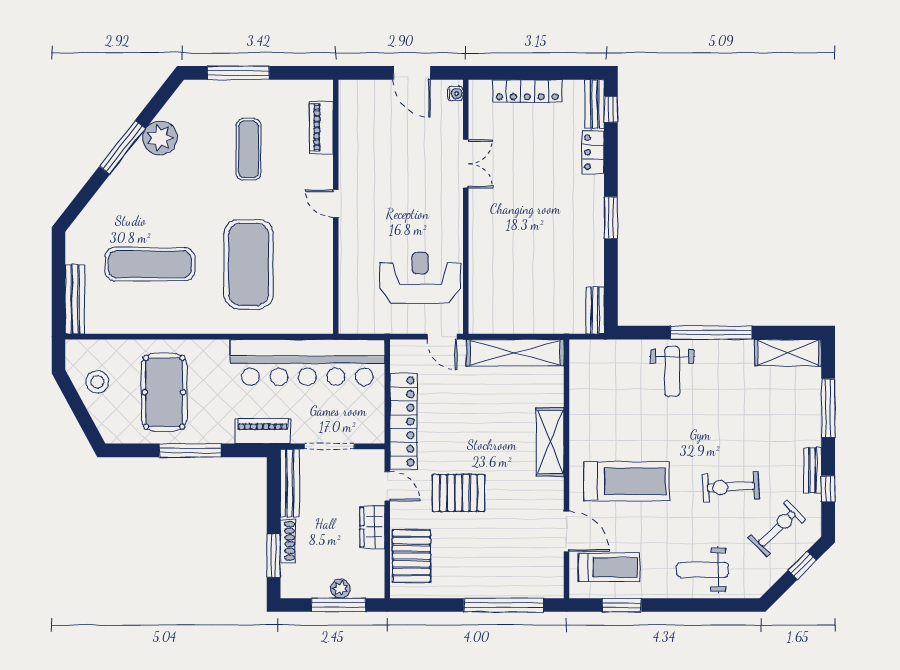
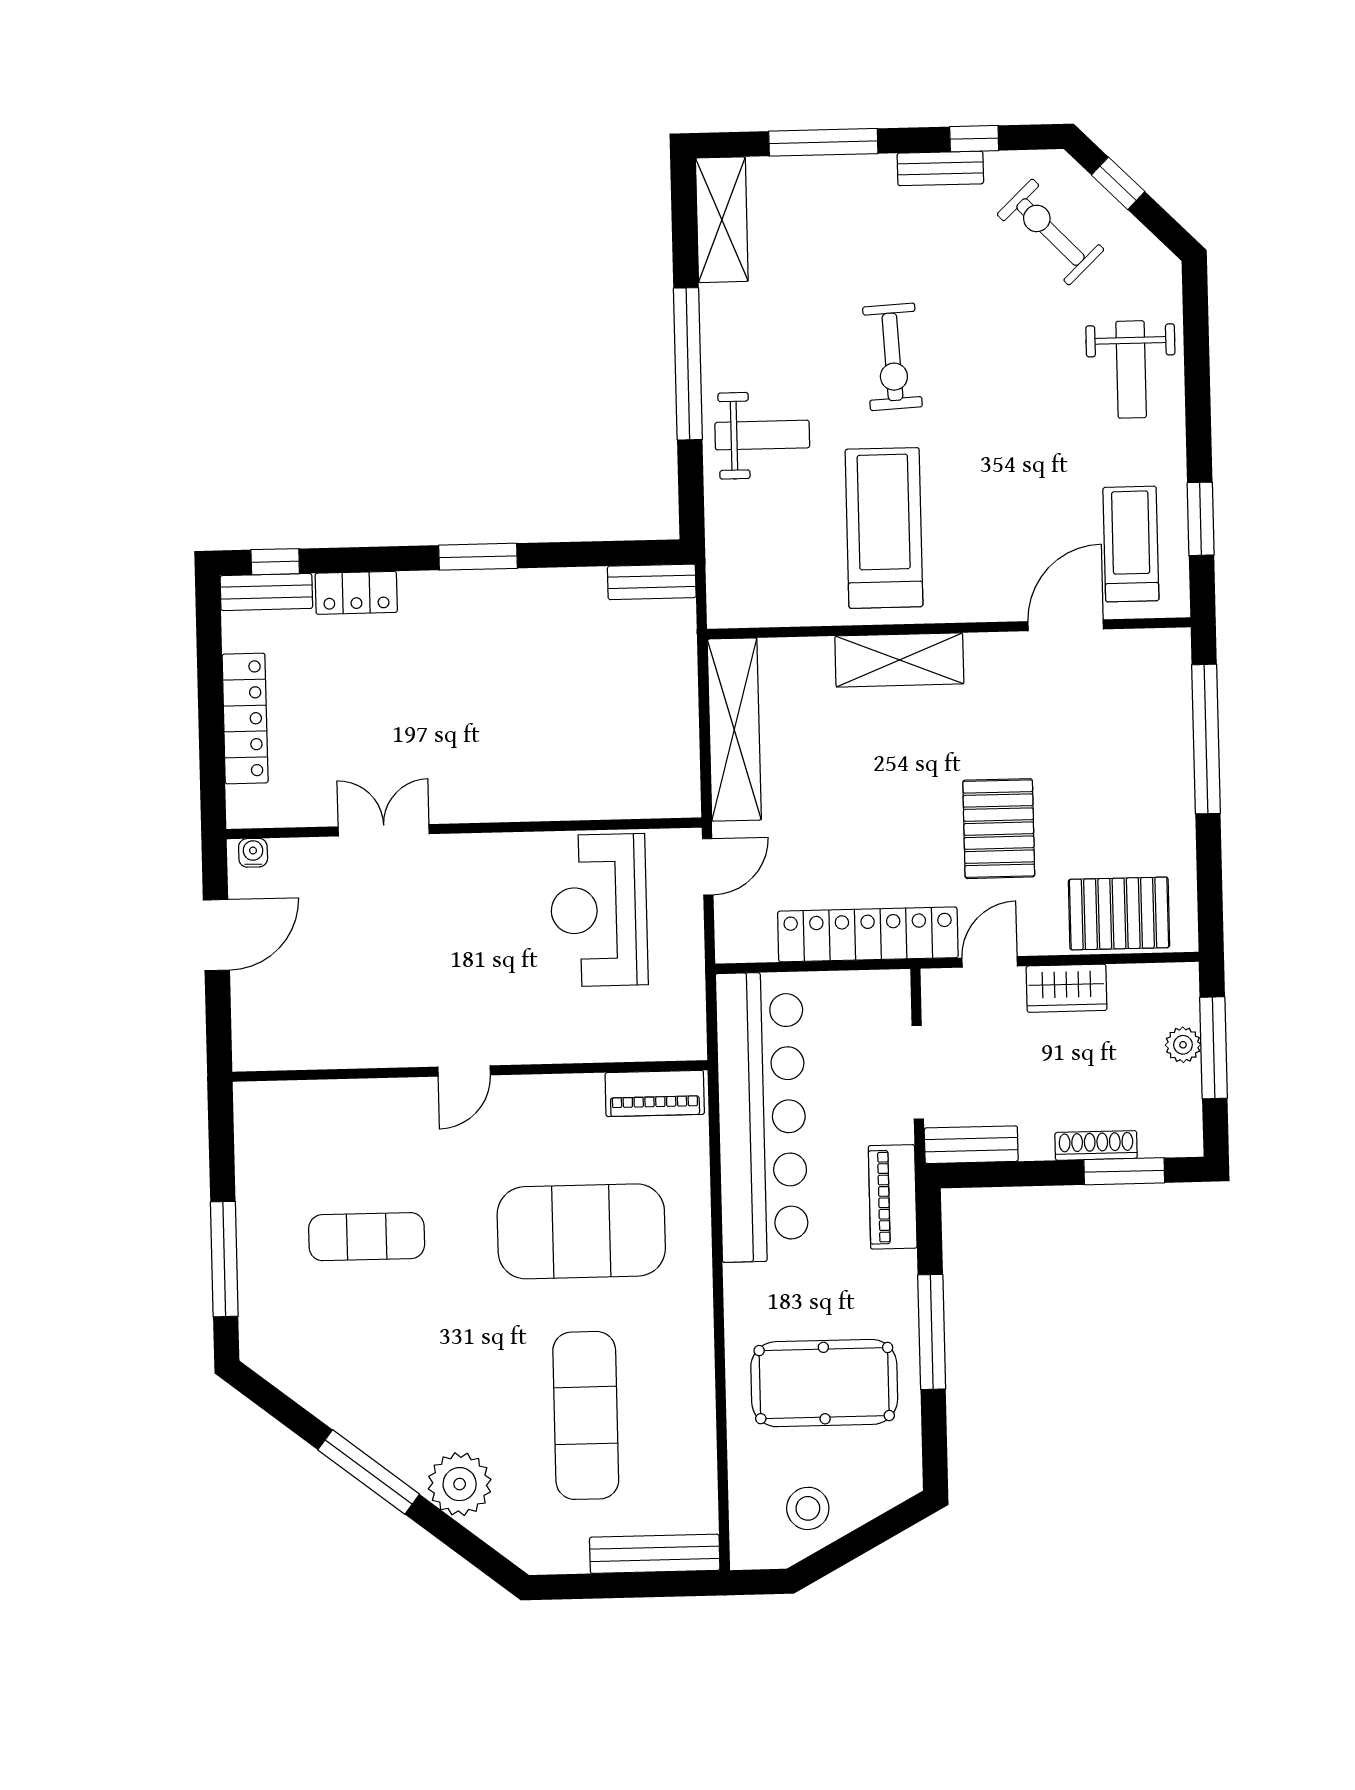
piano: (321, 127) -> (655, 1093), moved
plant: (160, 138) -> (460, 1484), moved
treadmill: (627, 481) -> (884, 528), moved
bench: (290, 483) -> (971, 1145), width x0.73
exercise bike: (731, 487) -> (892, 357), moved

